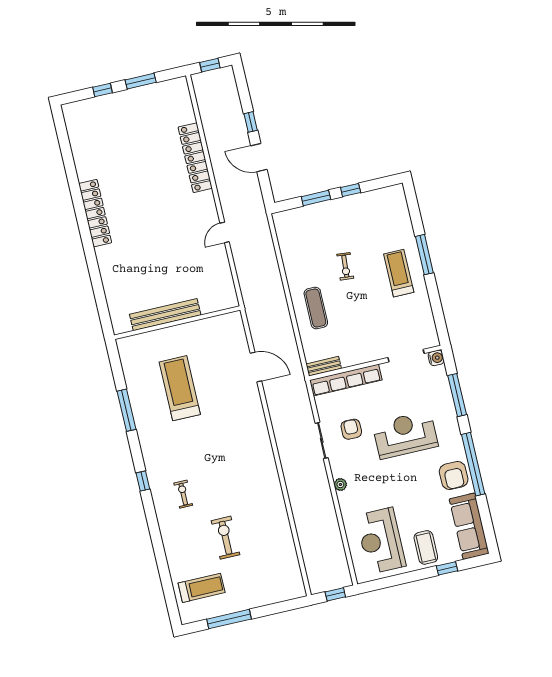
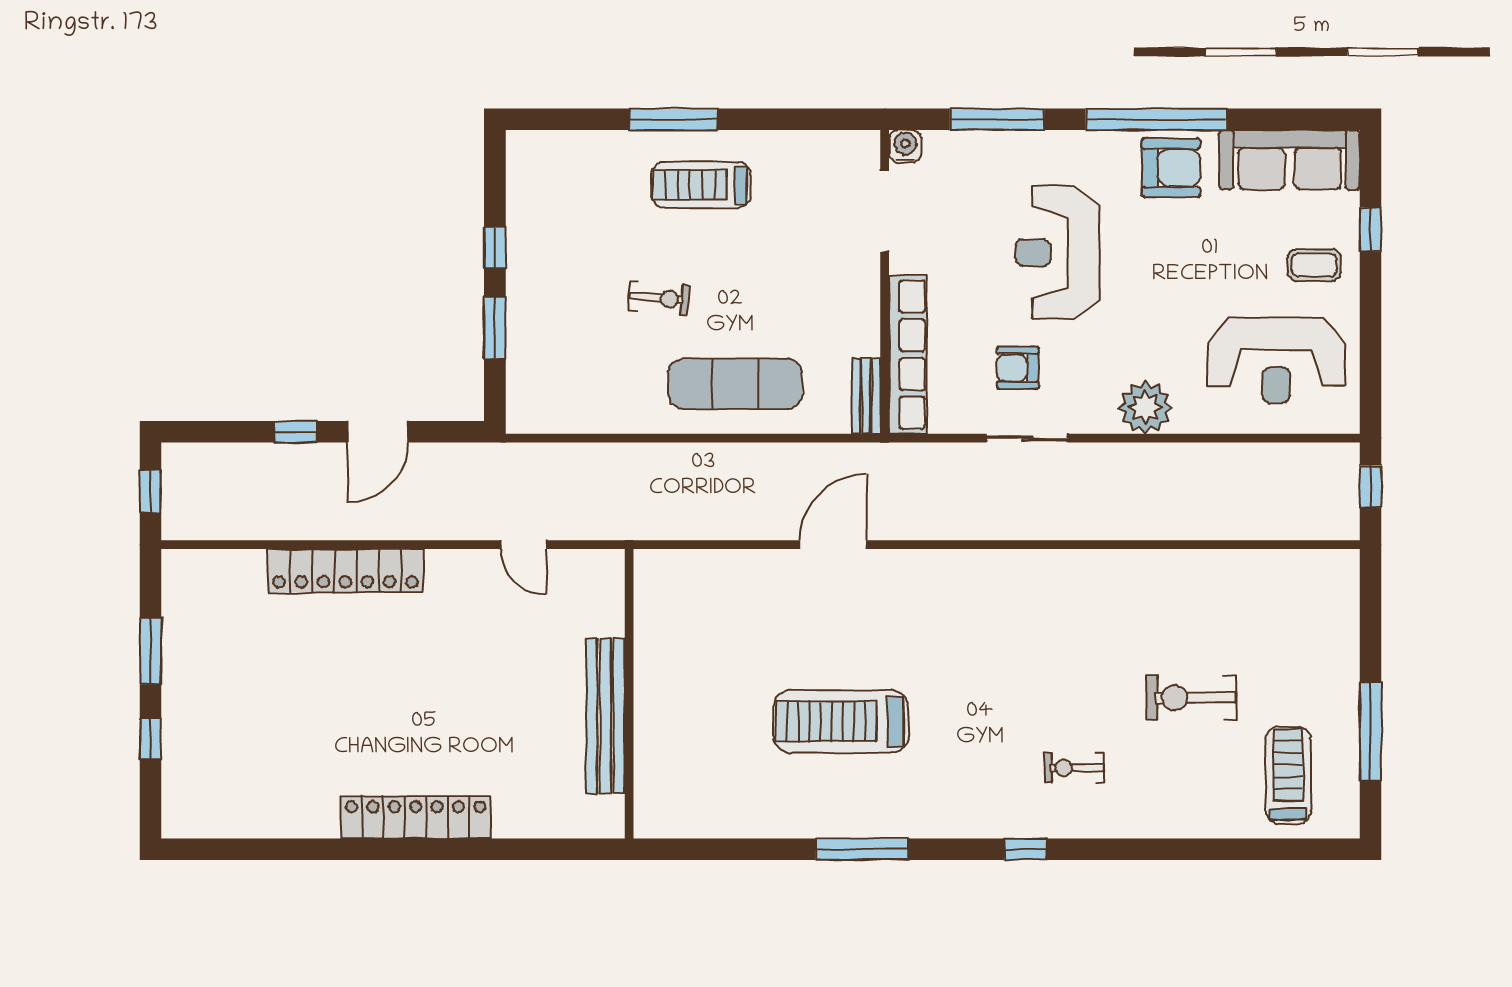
exercise mat: (316, 308) -> (735, 384), width x1.36, depth x1.45
bench: (165, 315) -> (605, 716), moved
wall: (177, 323) -> (629, 694), moved
plant: (340, 484) -> (1145, 407), width x1.88, depth x1.88
coffee table: (426, 547) -> (1314, 265), width x0.73, depth x0.77

